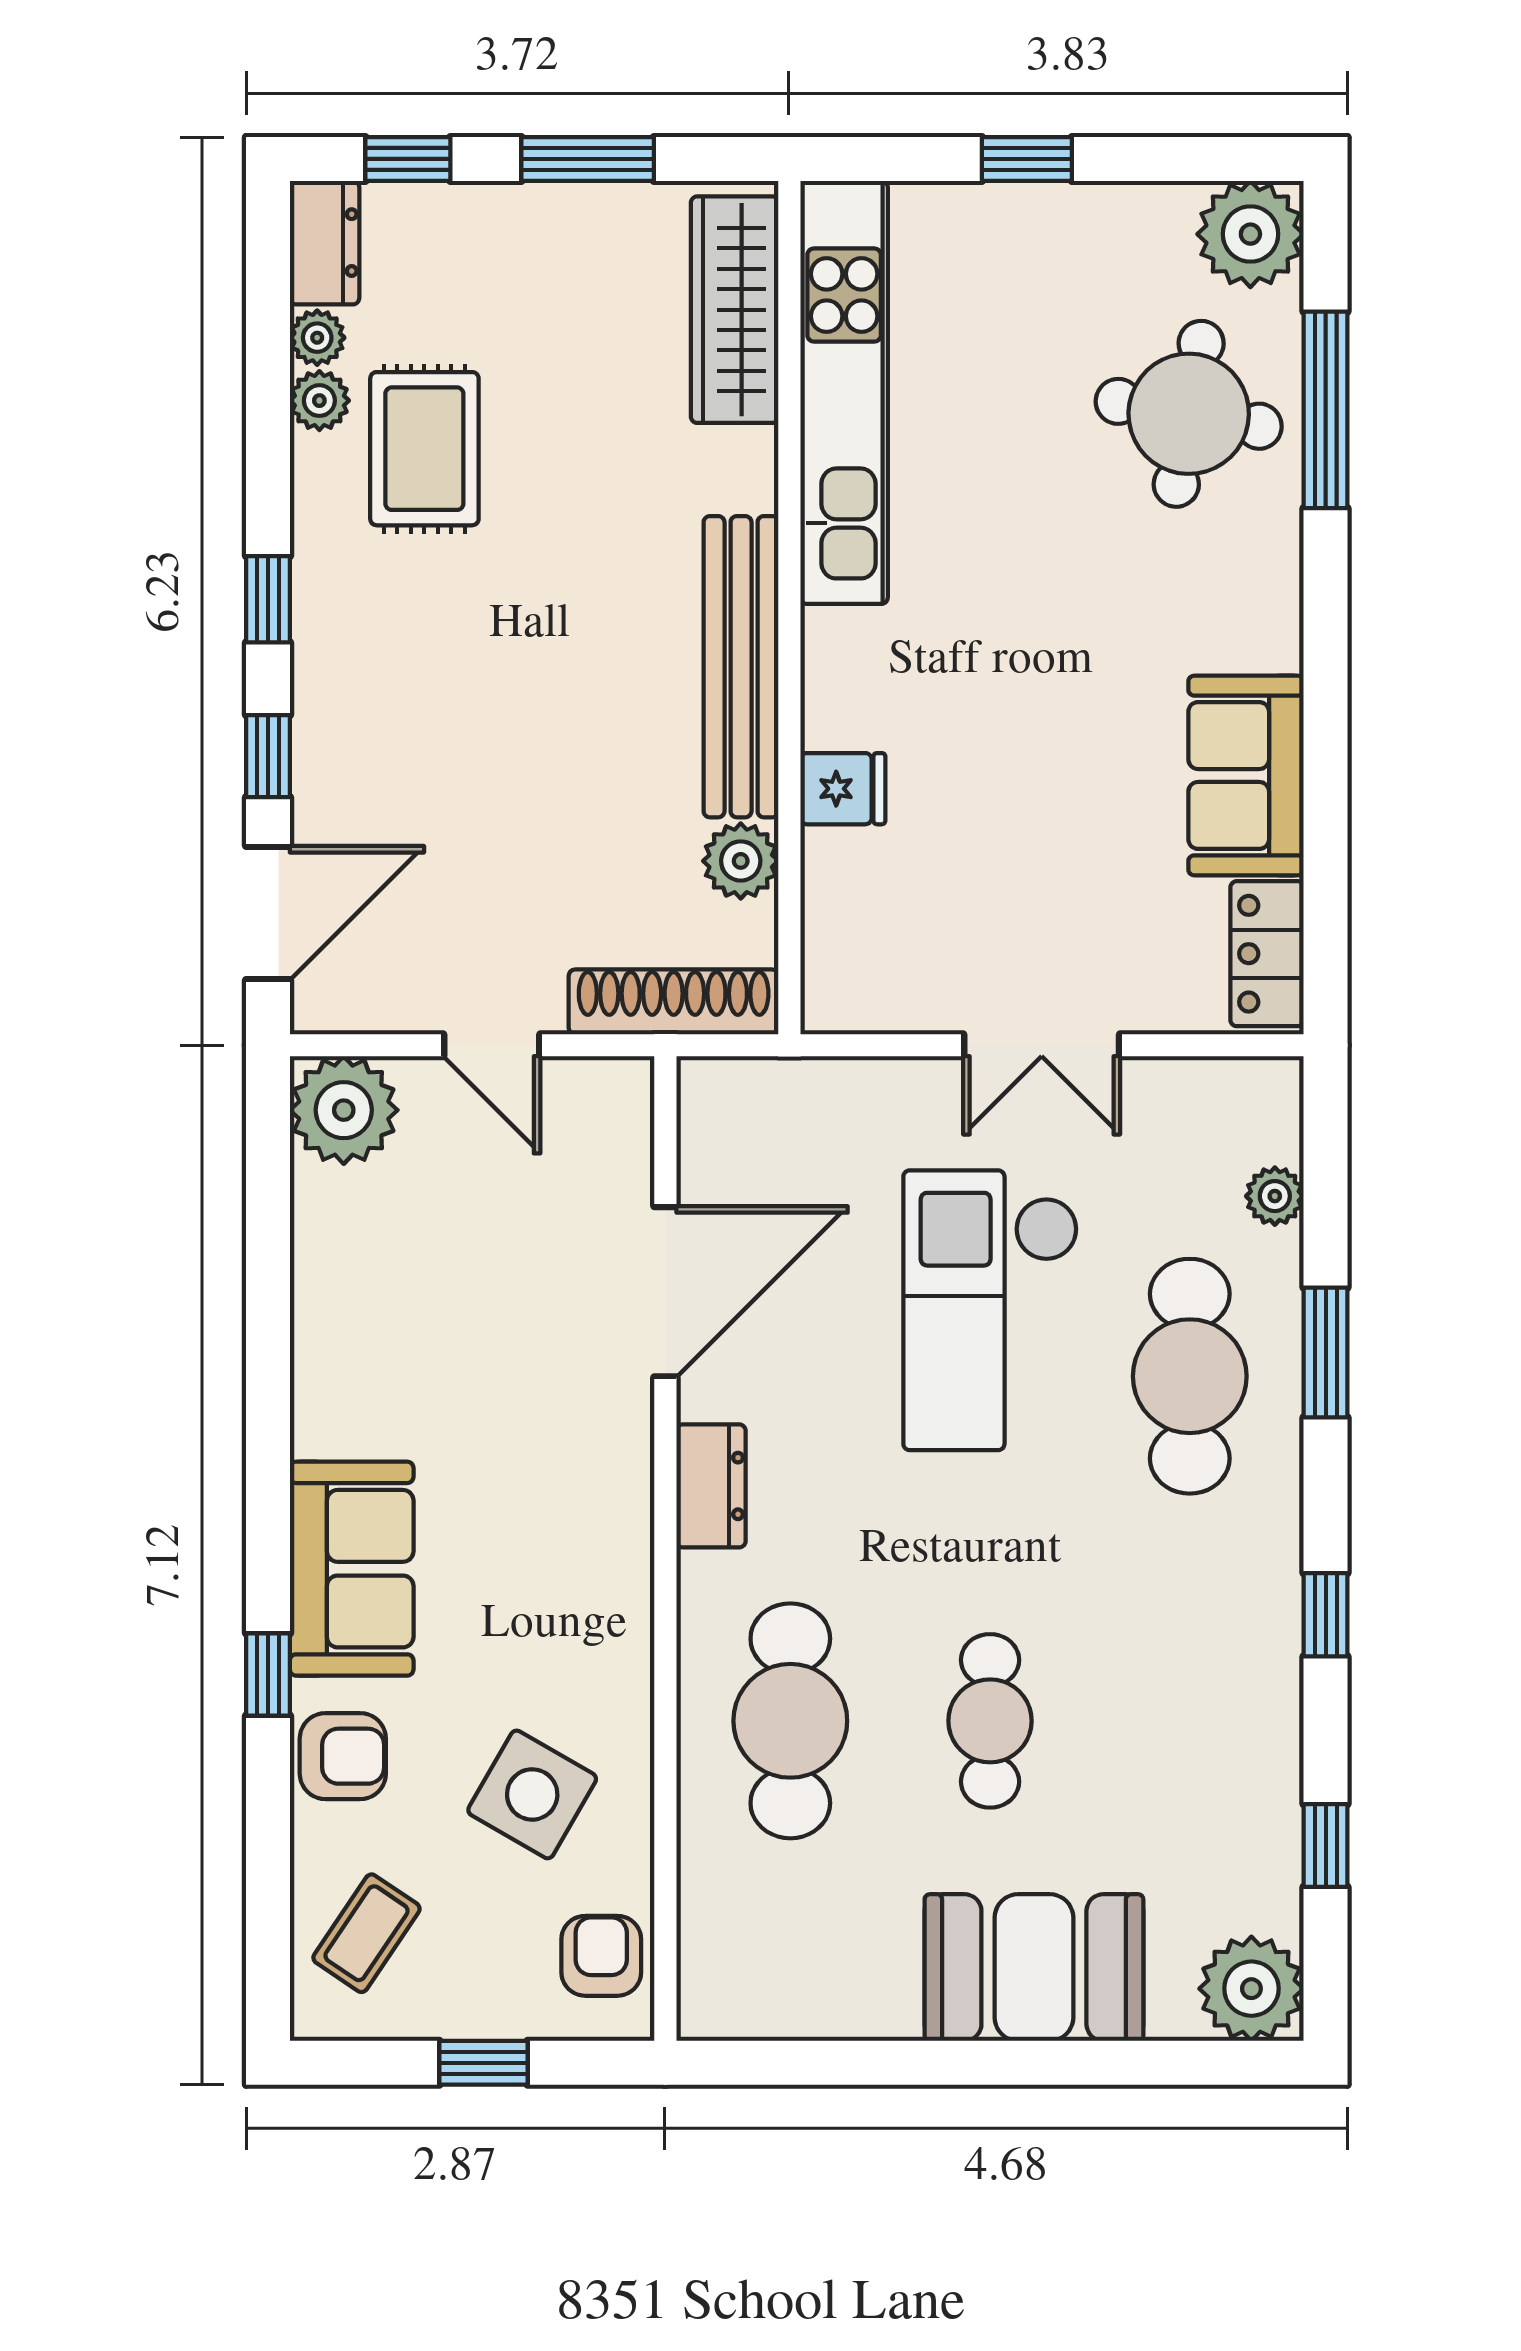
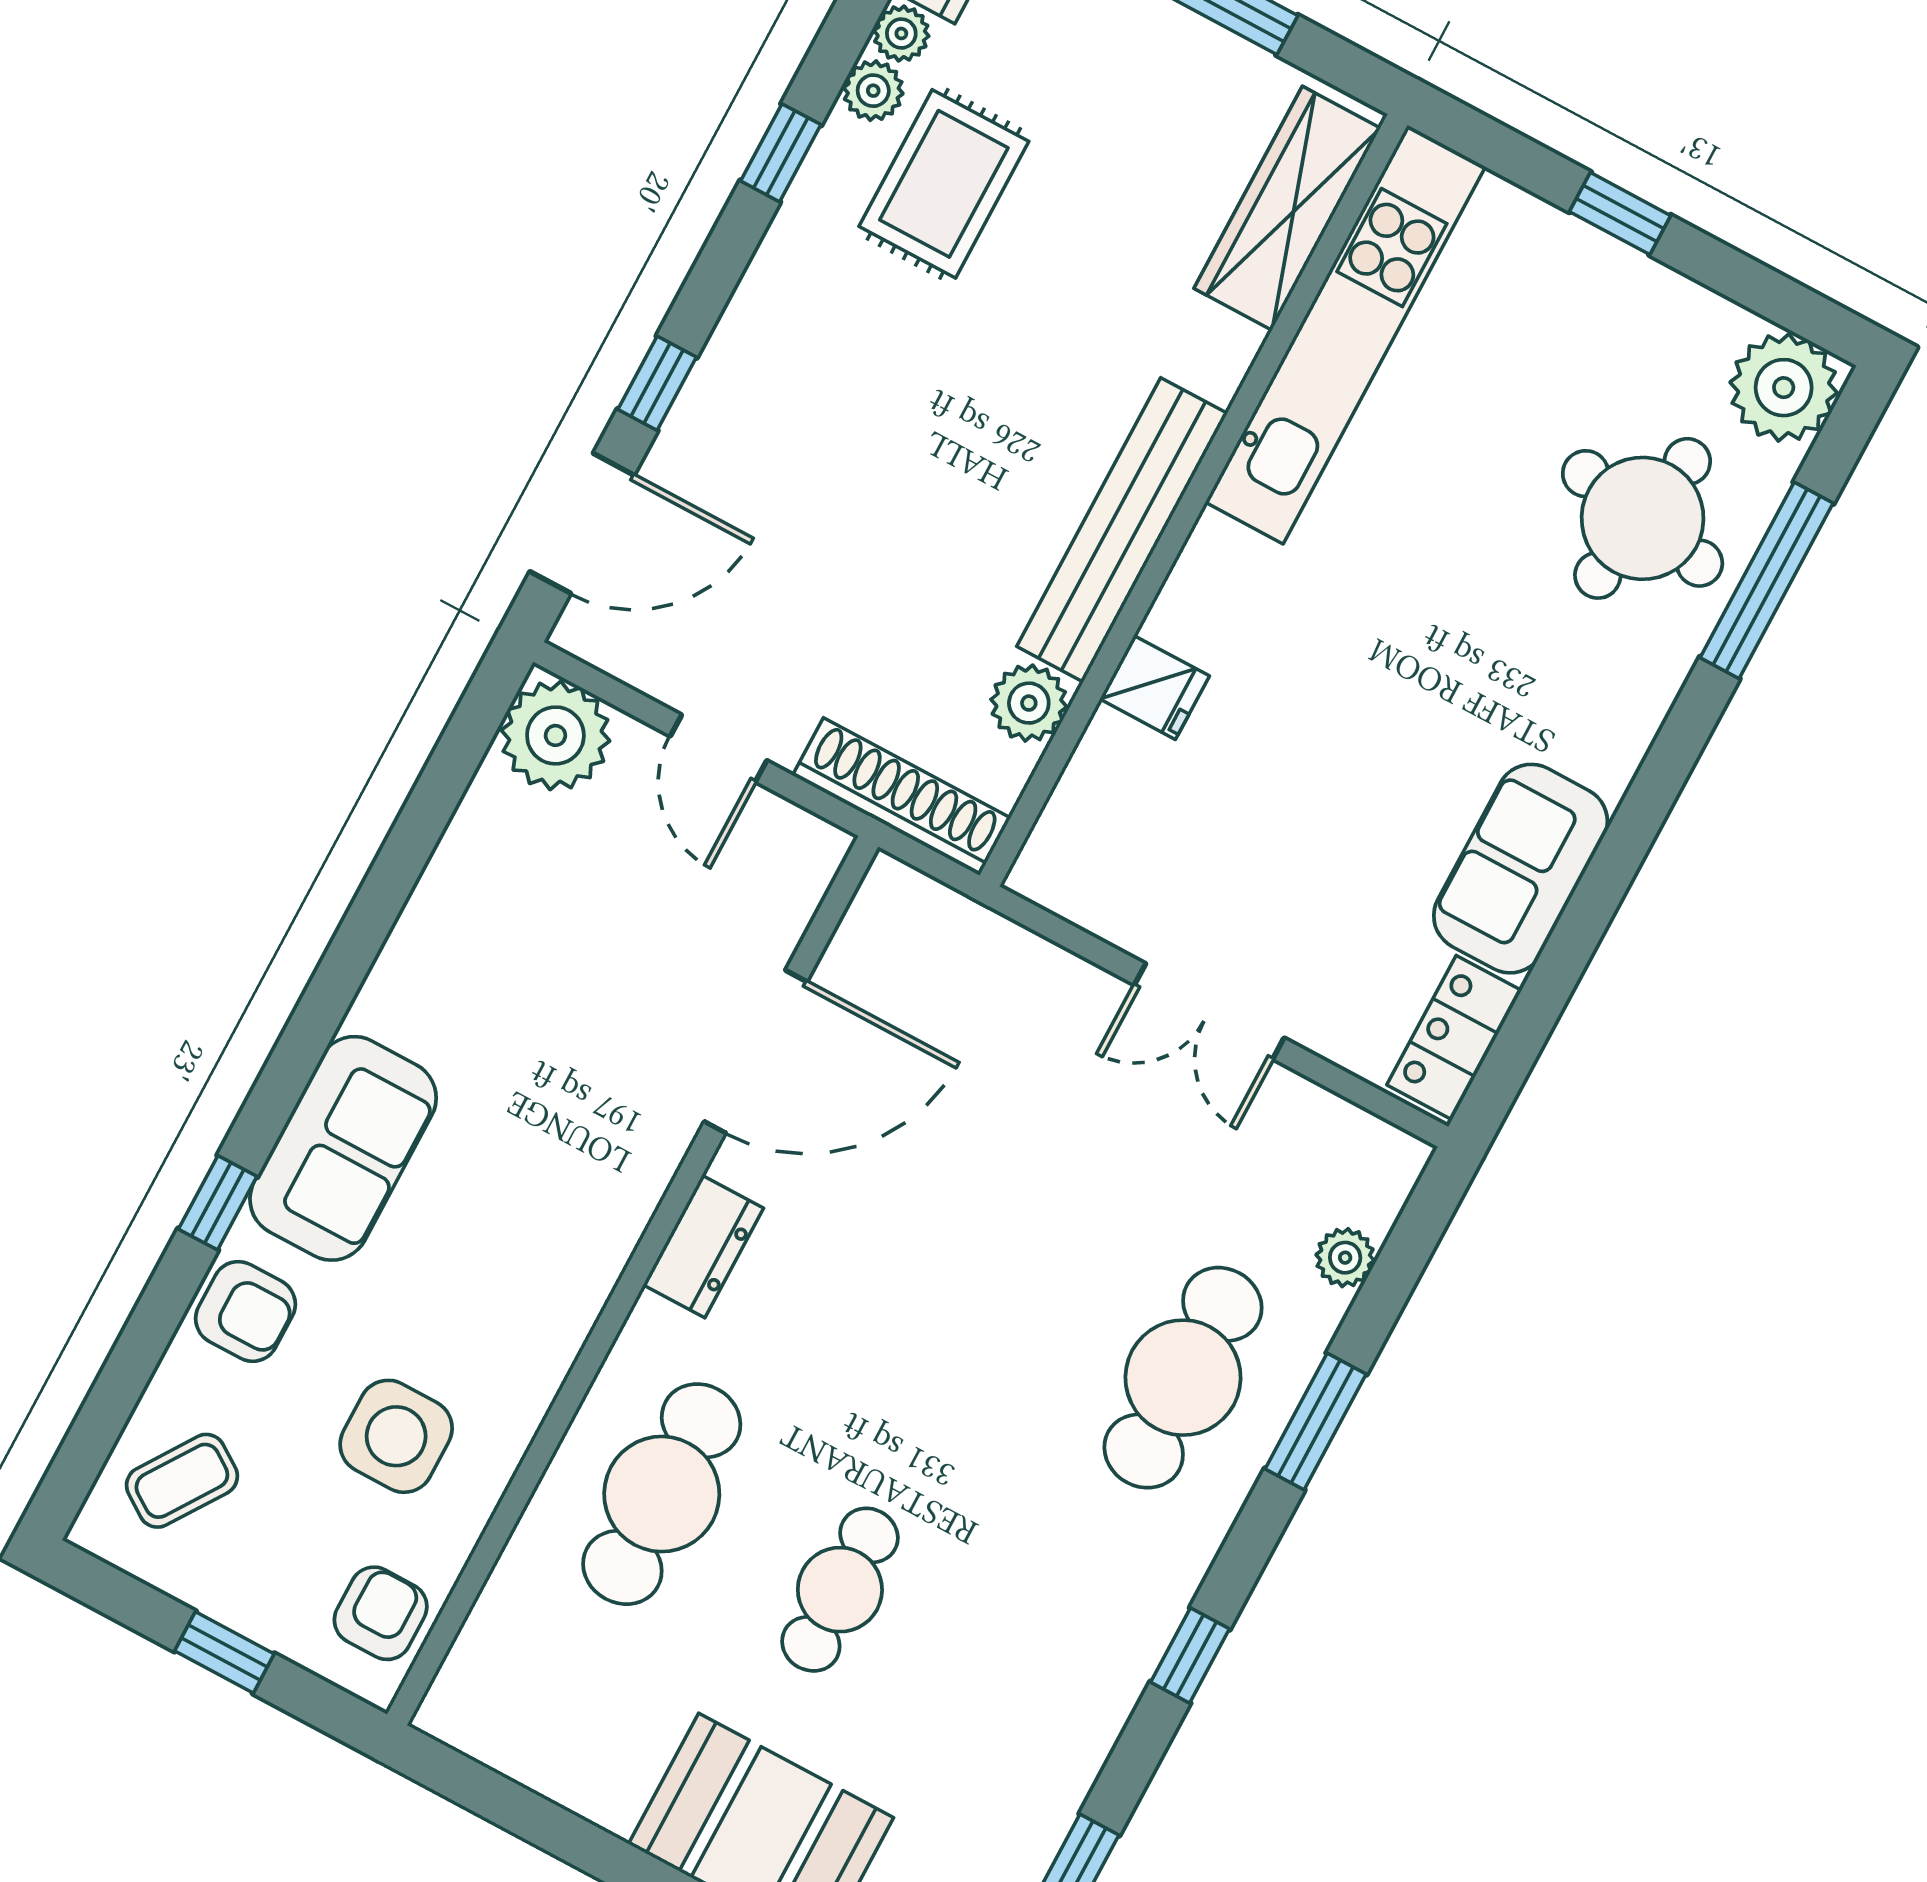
window: (268, 599) -> (781, 153), moved
checkout: (991, 1310) -> (1037, 1224), removed
side table: (532, 1794) -> (396, 1436), turned -30

